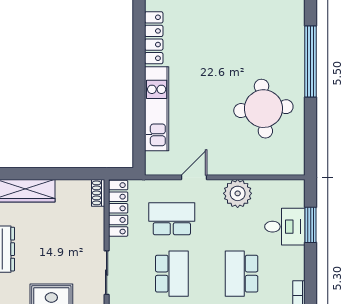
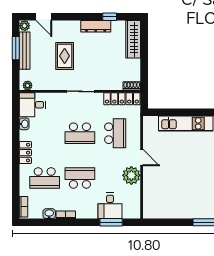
round table: (263, 109) -> (186, 192), removed
door: (194, 177) -> (142, 158), moved

